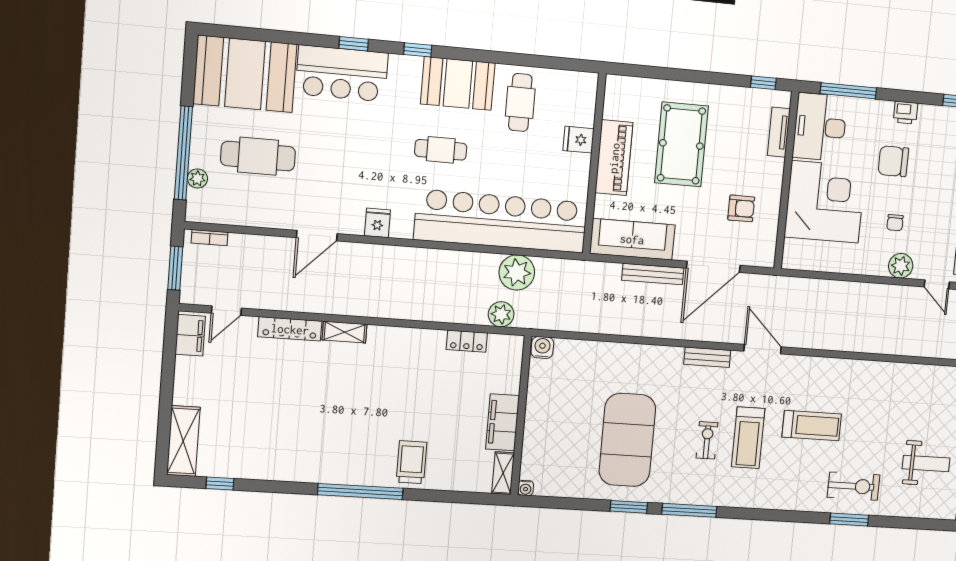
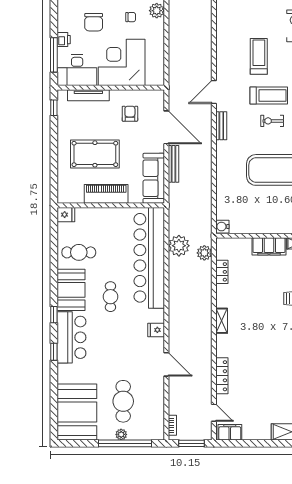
bar counter: (342, 73) -> (72, 337), moved
printer: (906, 113) -> (64, 40), moved
tv unit: (779, 132) -> (88, 95), width x1.41
fridge: (578, 140) -> (66, 215), moved, turned -90
plant: (197, 179) -> (121, 434), moved
shelving: (345, 332) -> (222, 321), moved

